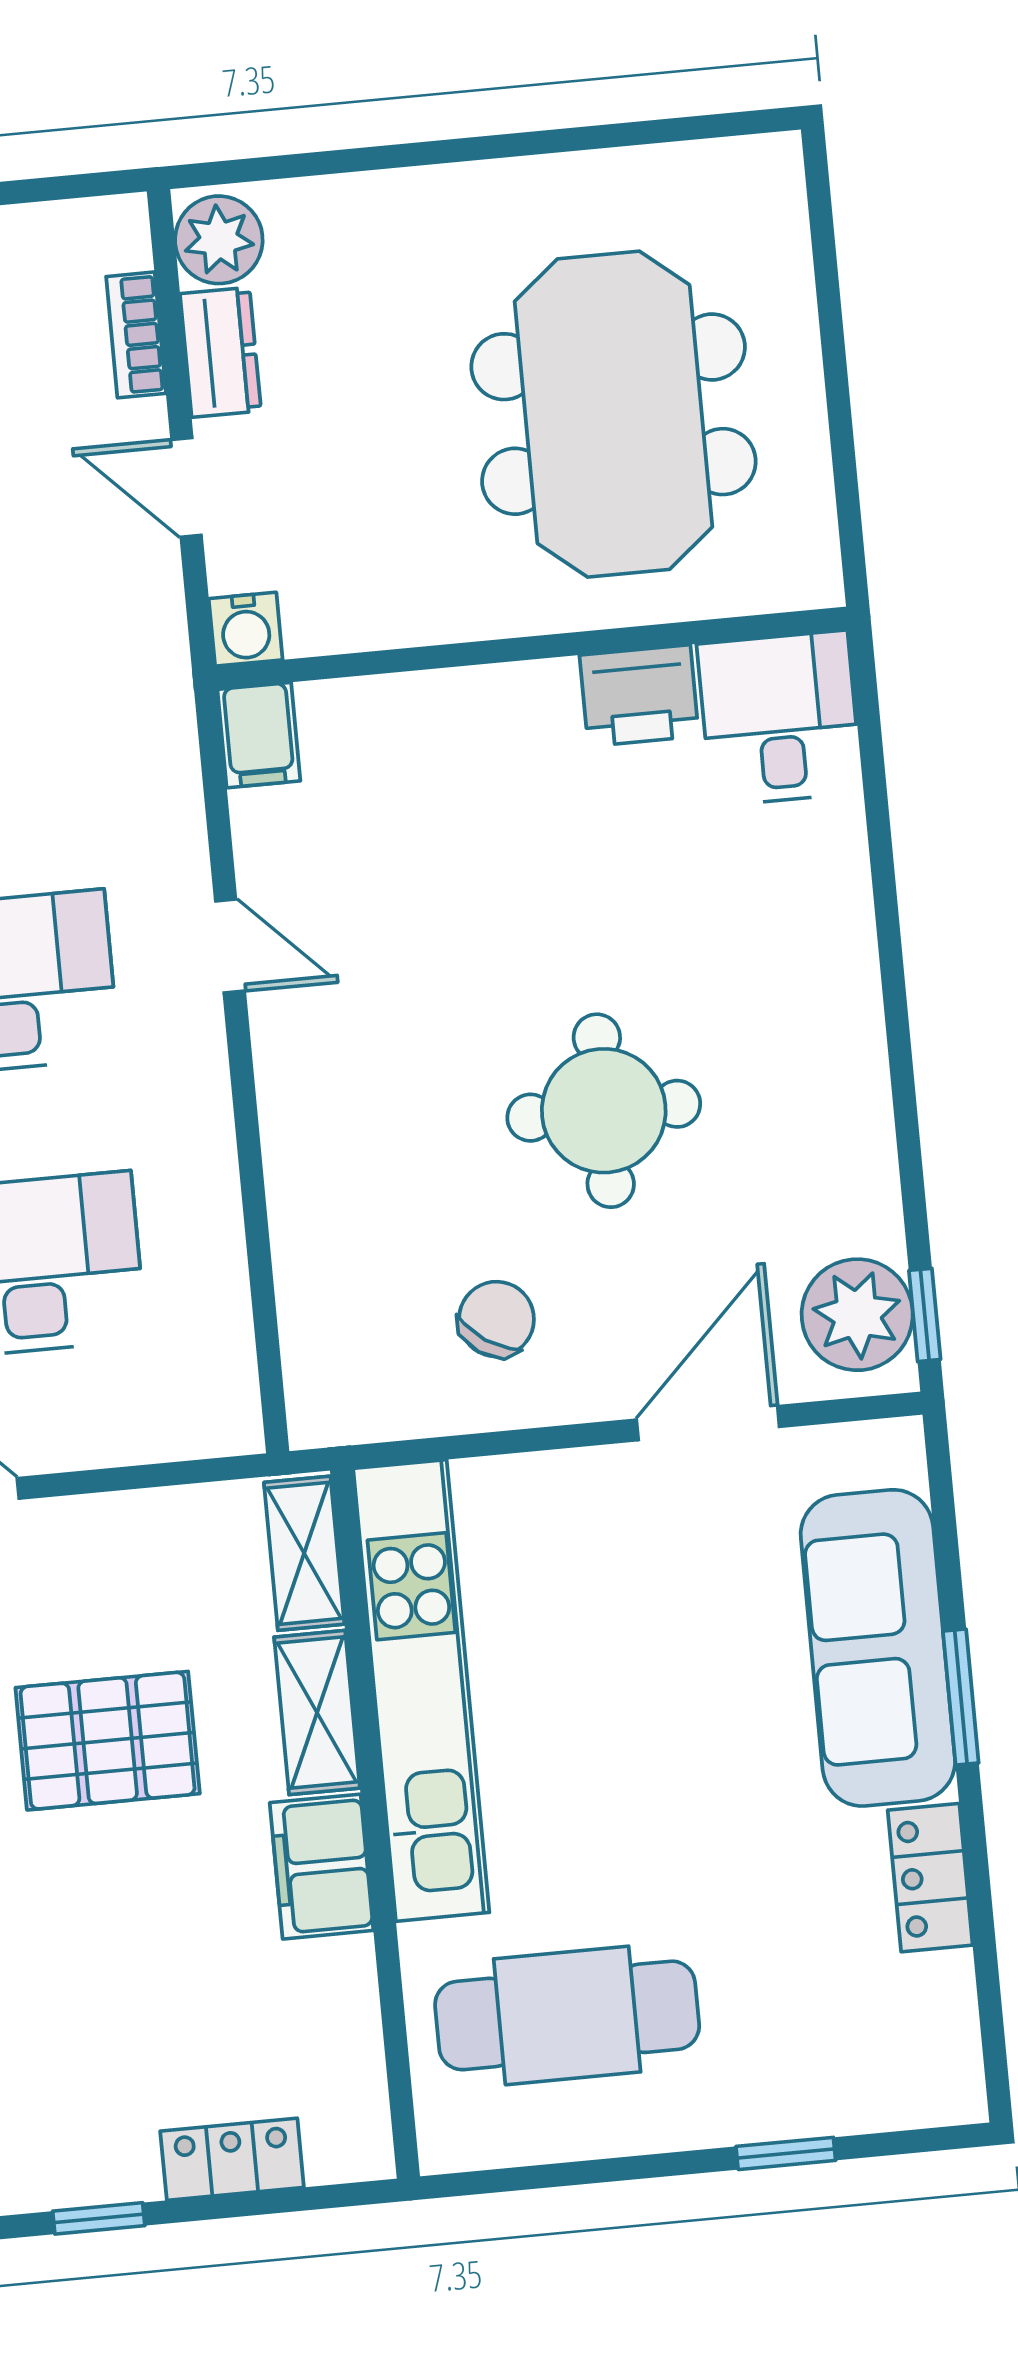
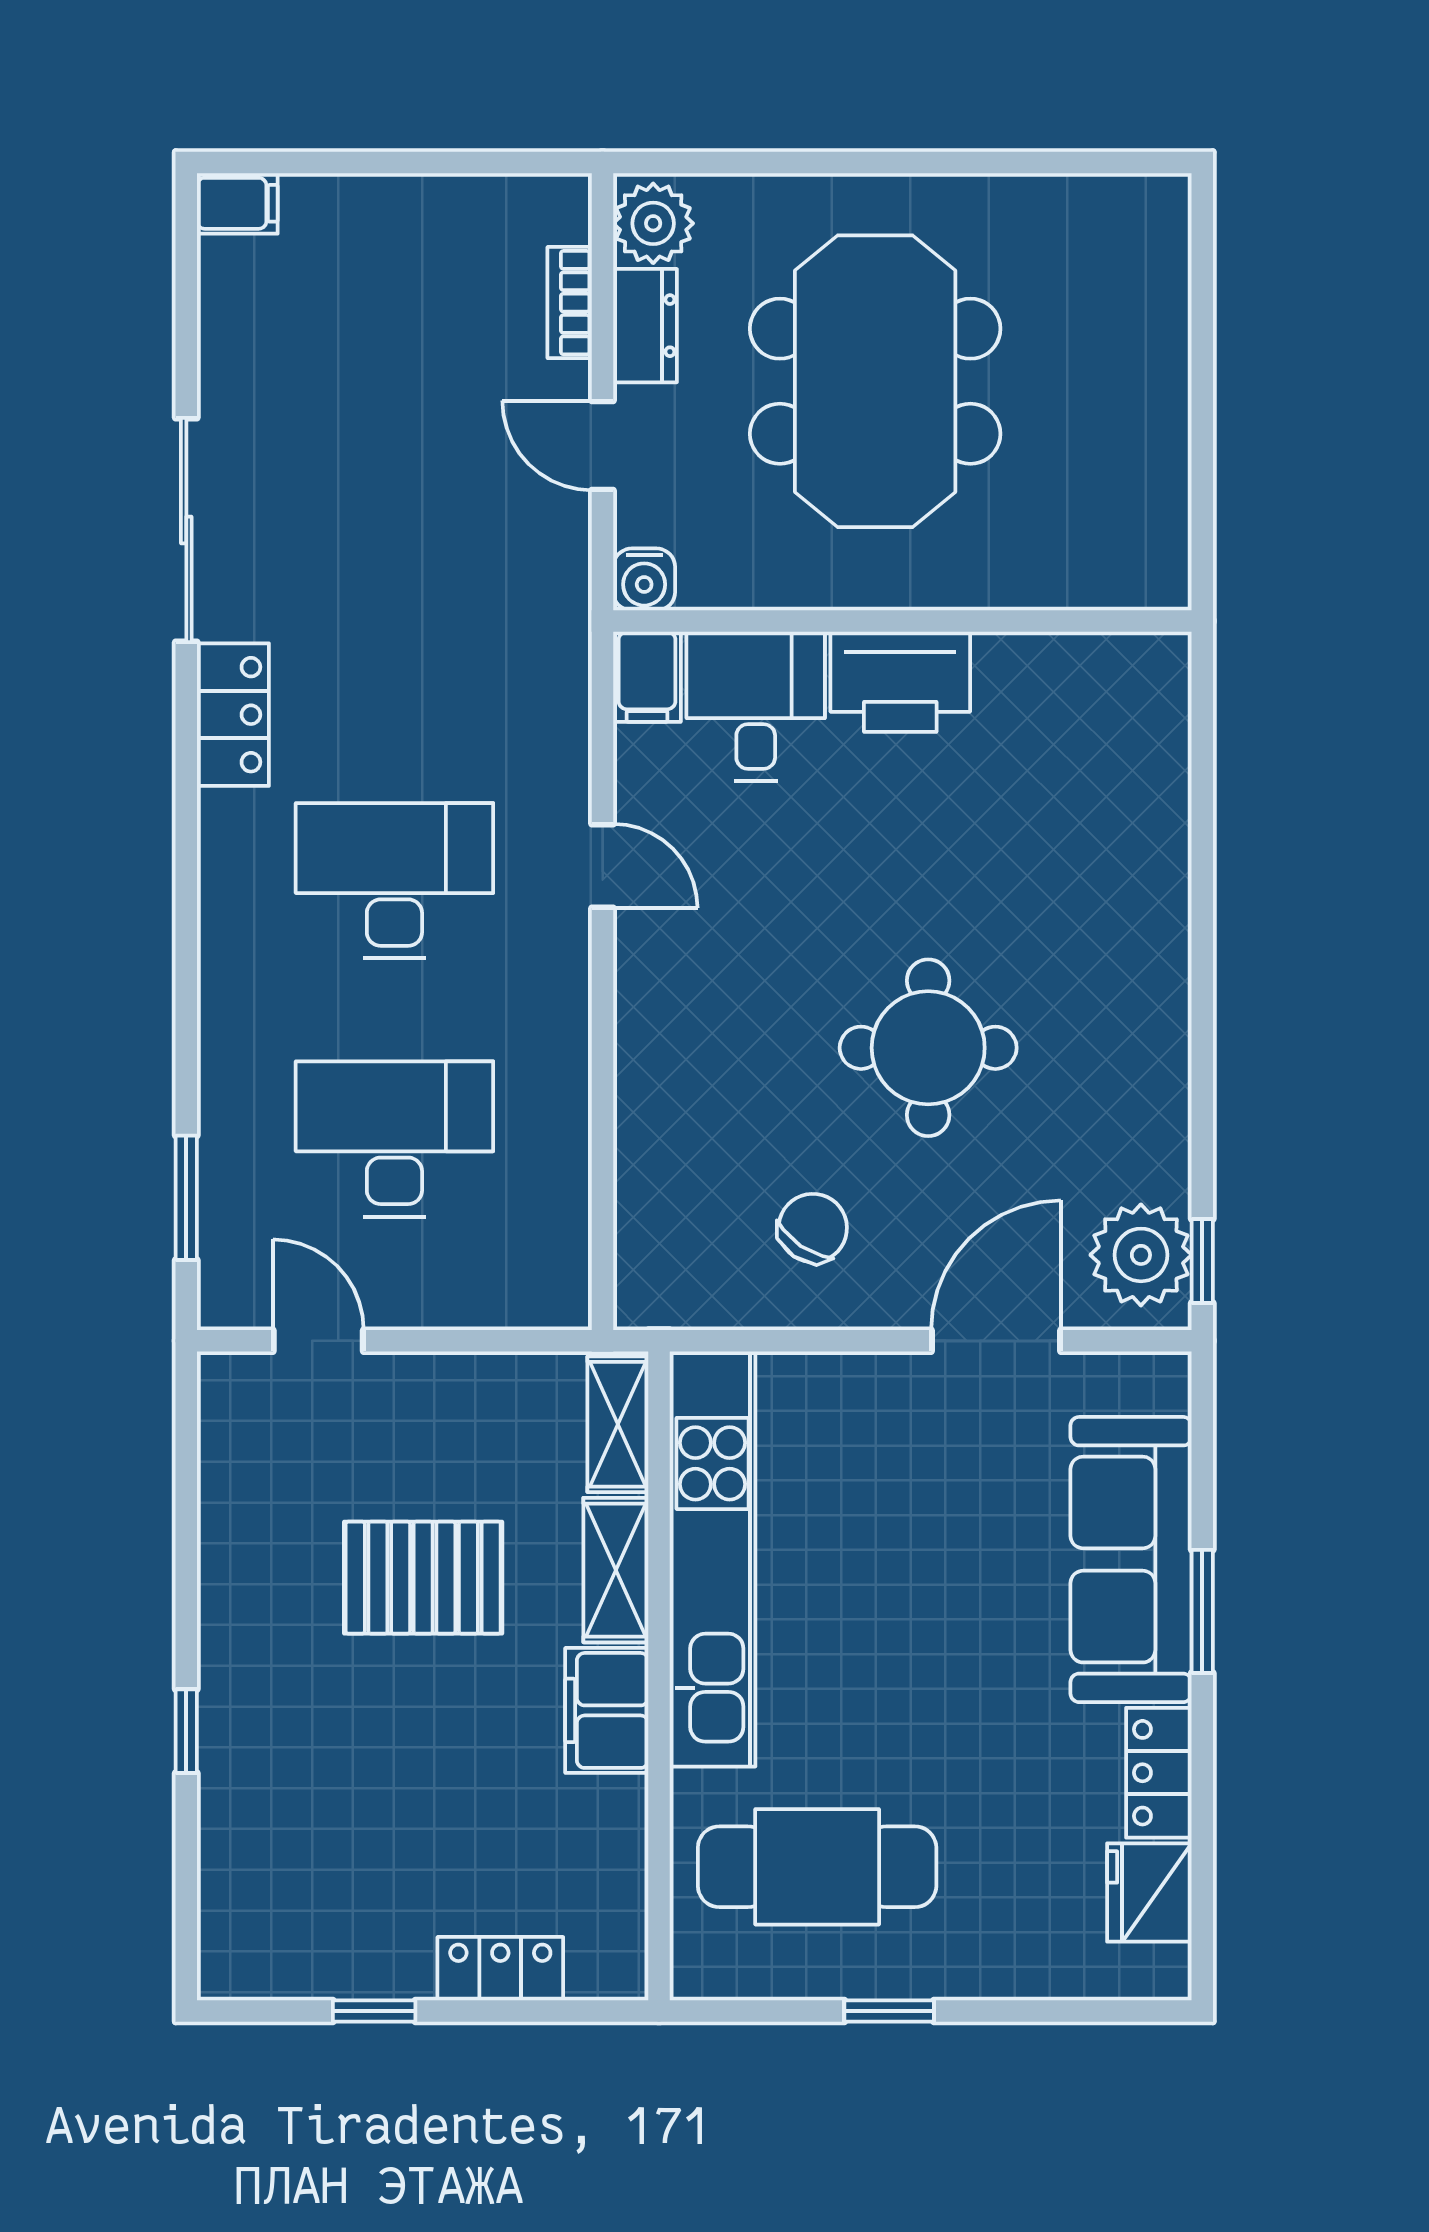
meeting table: (614, 414) -> (875, 381), moved
printer: (639, 696) -> (900, 682), moved, width x1.37, depth x1.19
desk: (780, 718) -> (756, 706), moved
fridge: (932, 2009) -> (1149, 1893), added
window: (786, 2153) -> (889, 2011), moved

